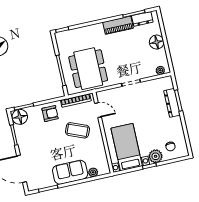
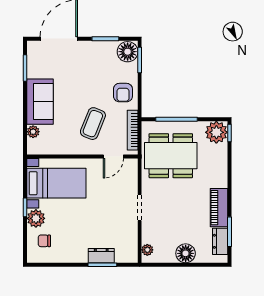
plant: (64, 39) -> (216, 132), added
dresser: (172, 103) -> (101, 256), width x0.70

